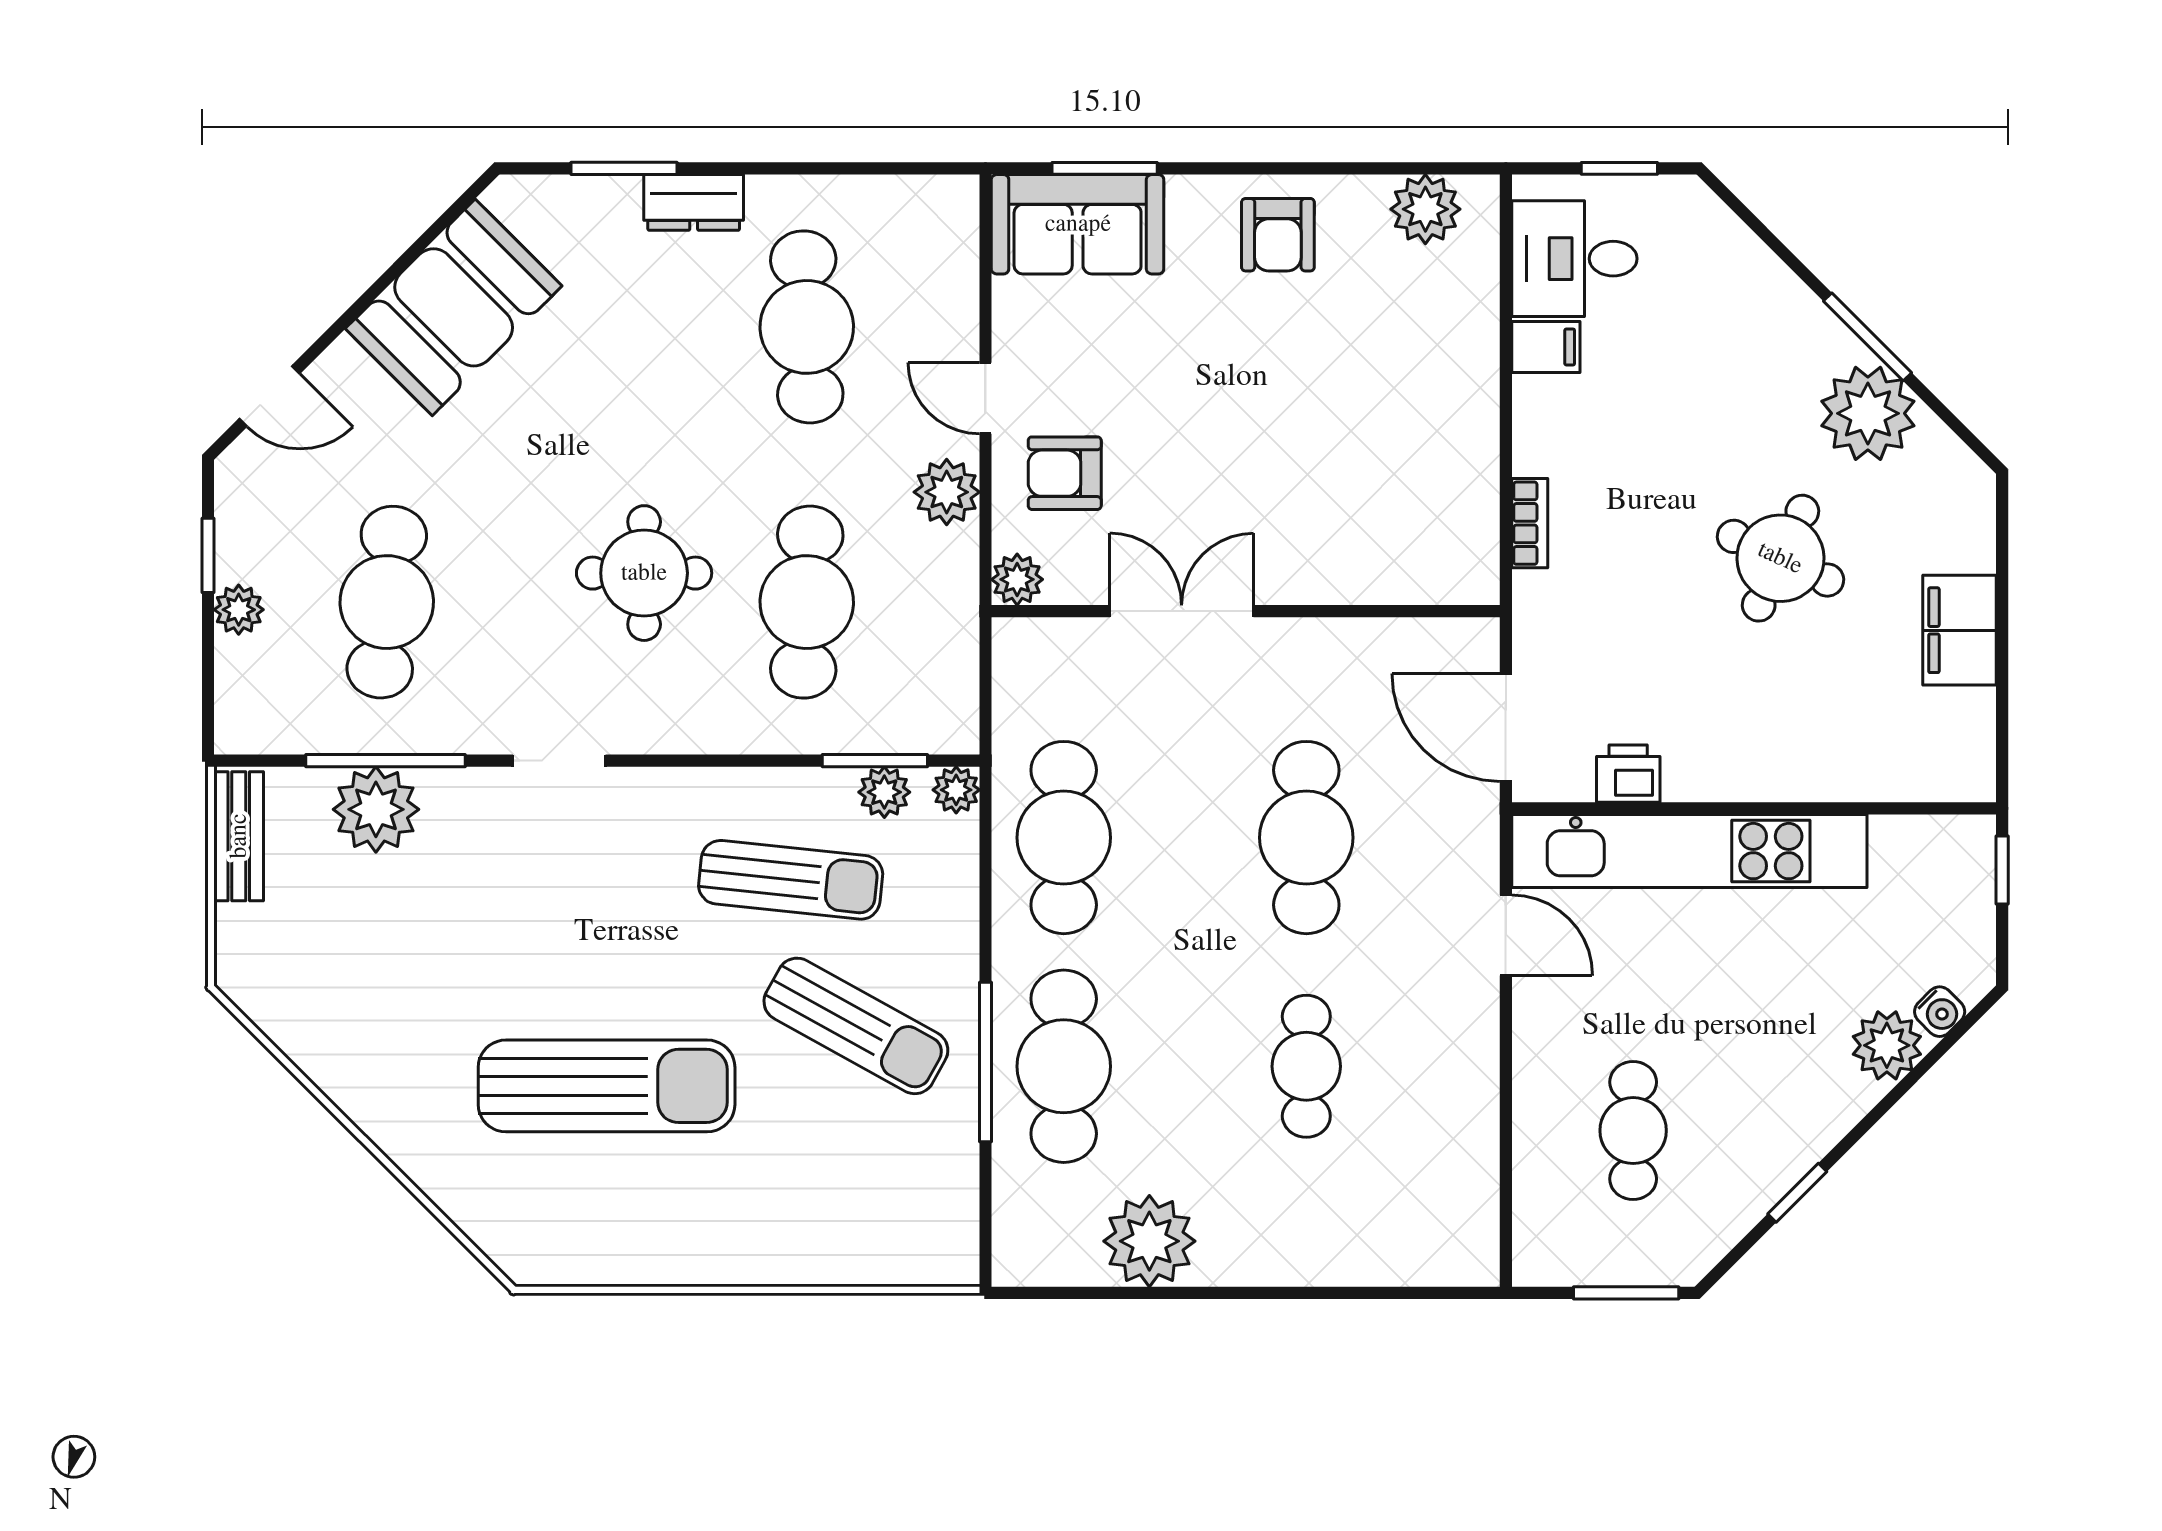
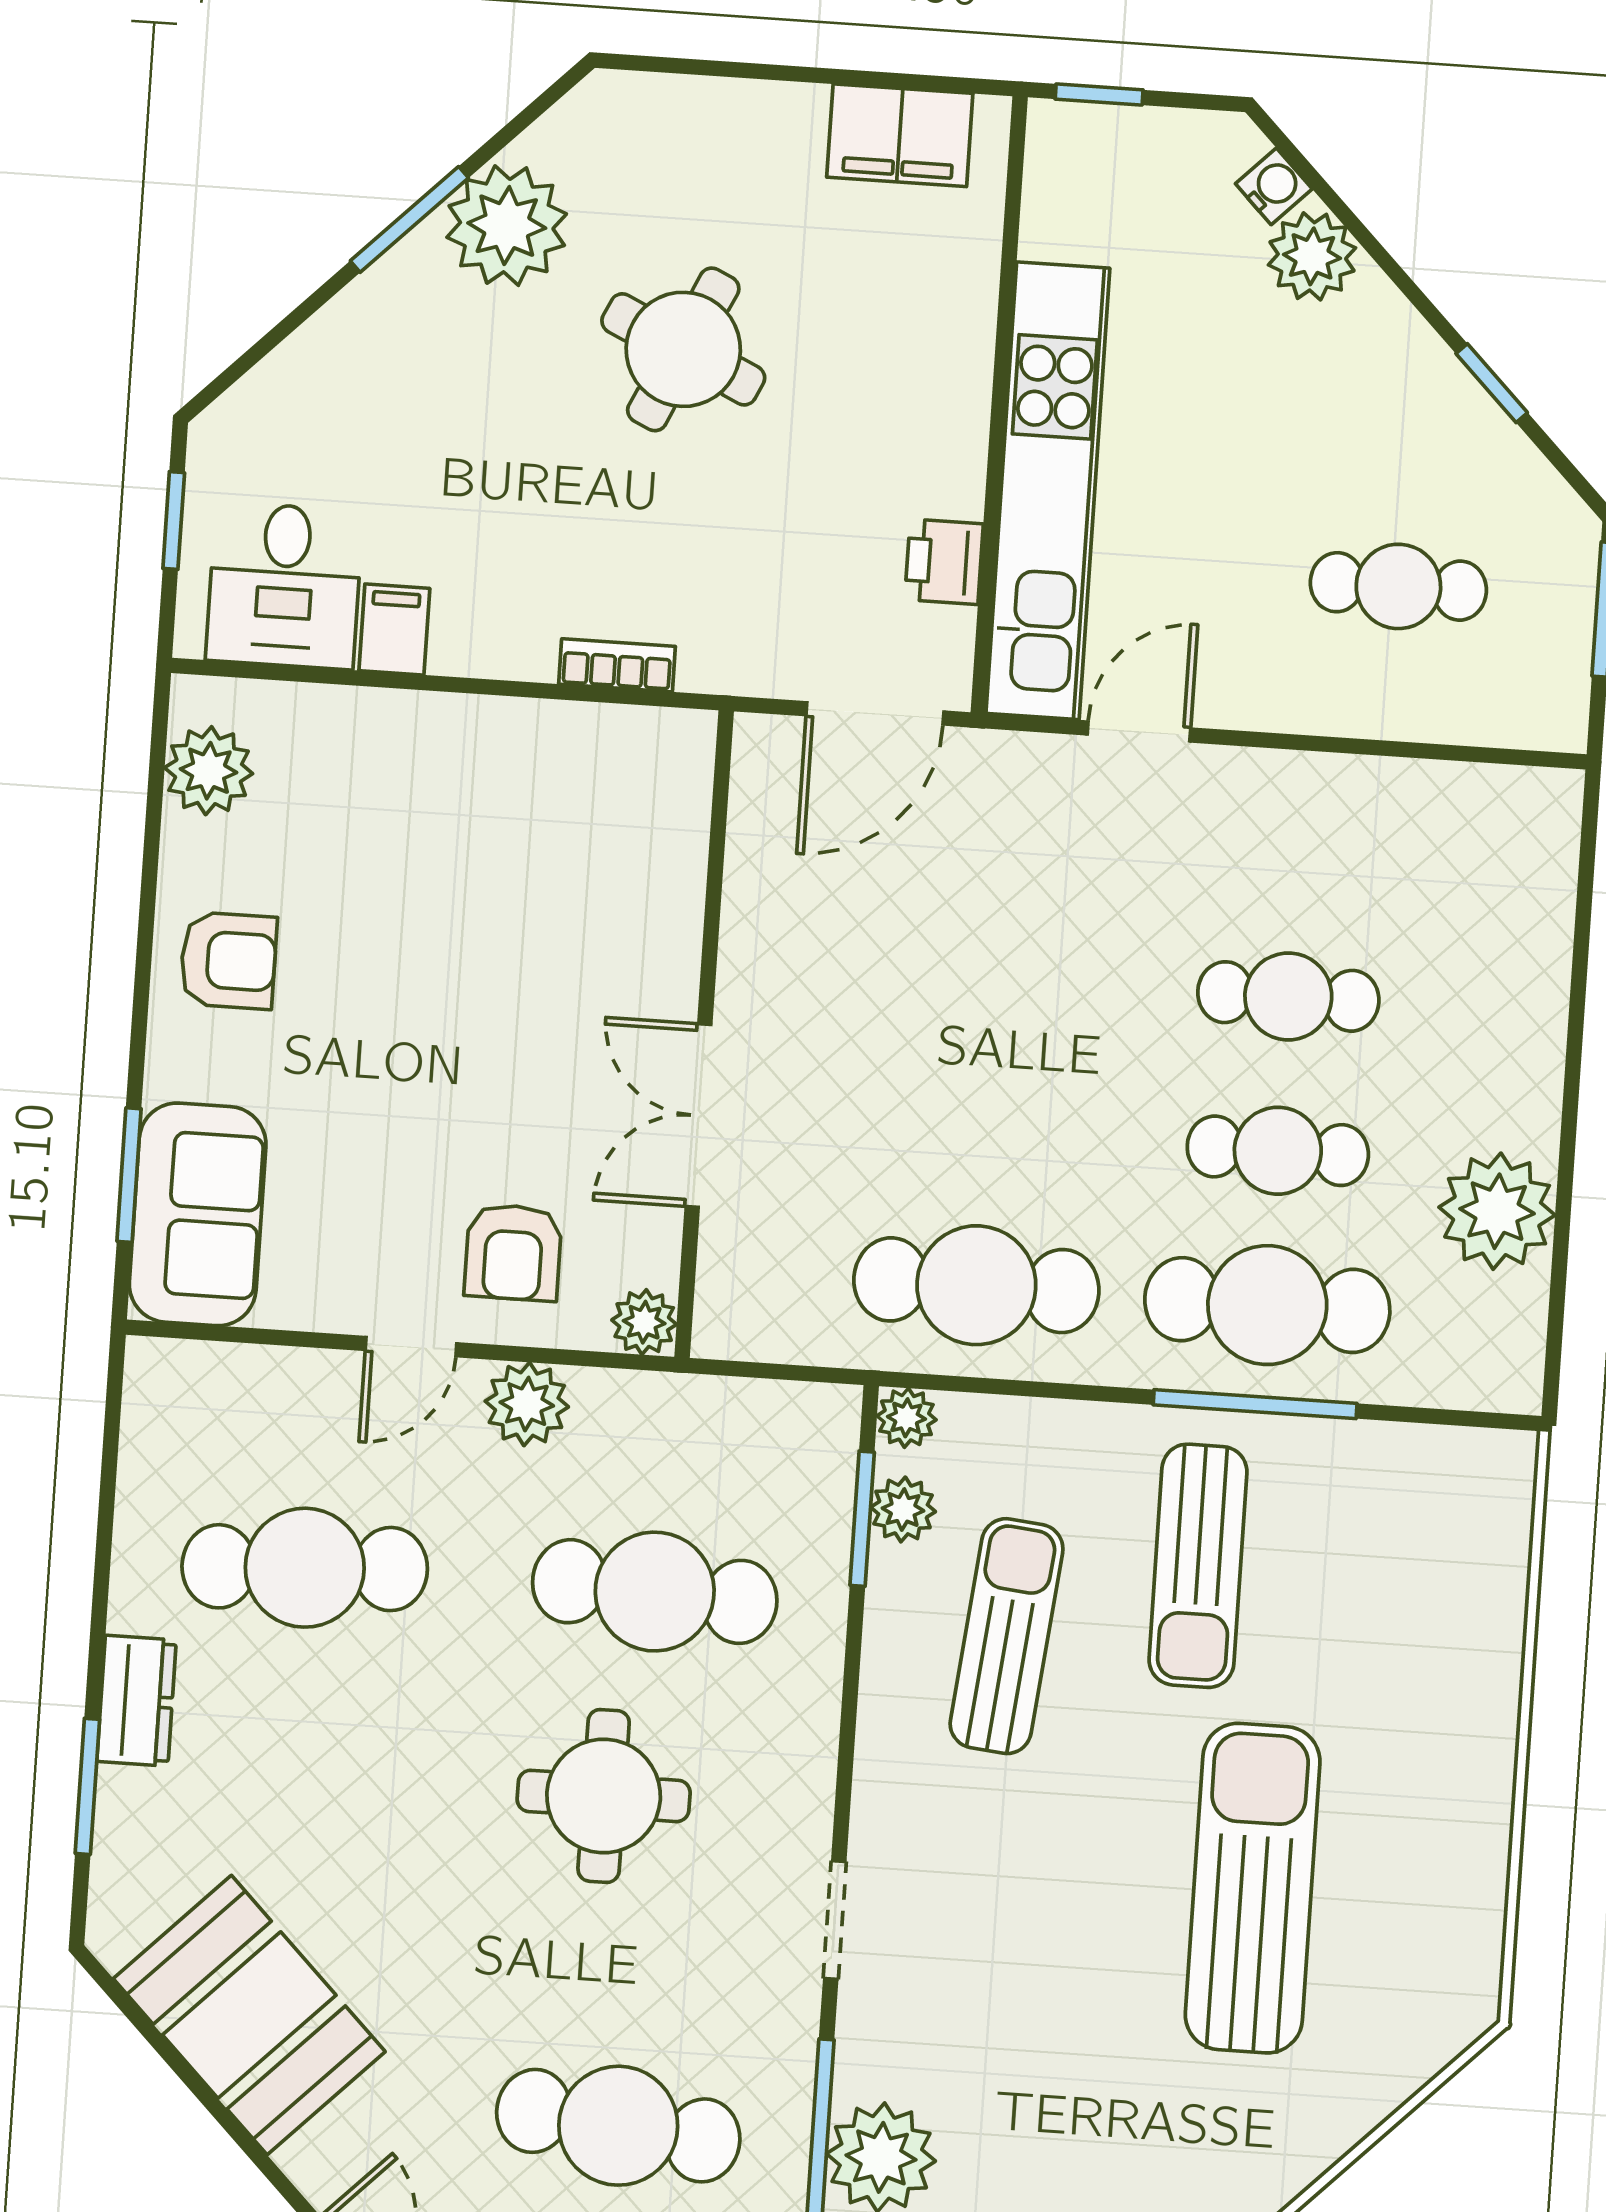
filing cabinet: (1960, 630) -> (900, 135), moved
cafe table: (1306, 838) -> (1278, 1151), moved, width x0.73, depth x0.74
sun lounger: (856, 1026) -> (1198, 1566), turned 151

